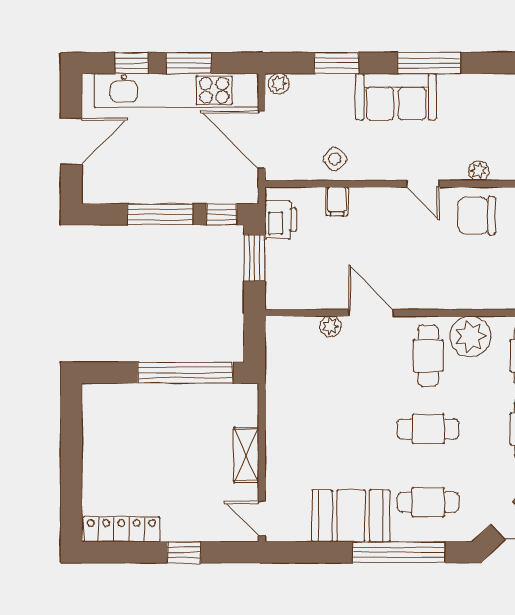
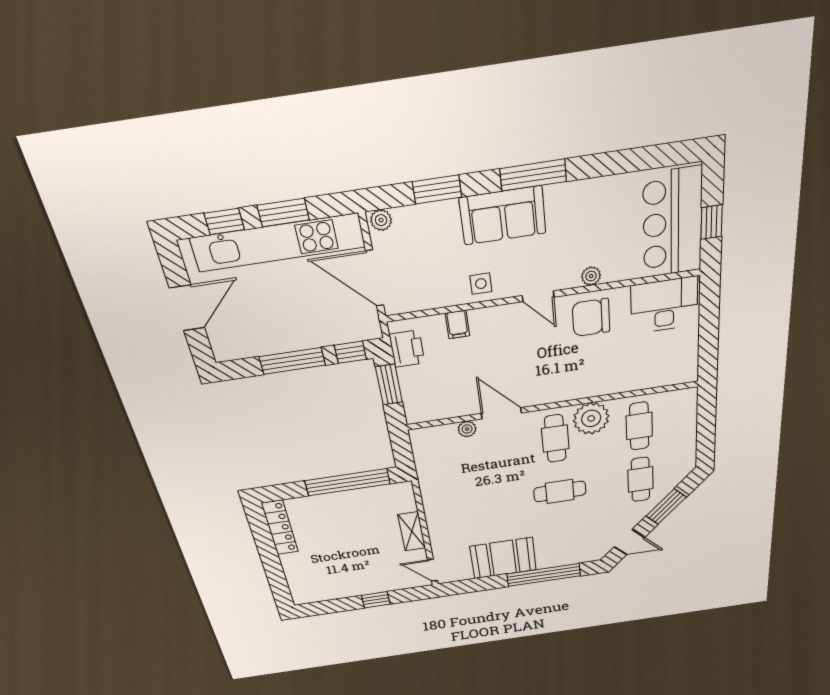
side table: (335, 159) -> (481, 284), moved, turned 45
cafe table: (428, 502) -> (564, 540), removed
locker: (121, 529) -> (280, 528), moved, turned 90

